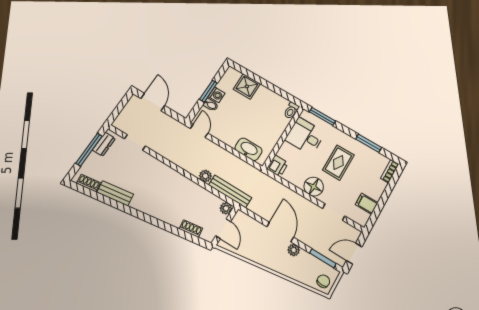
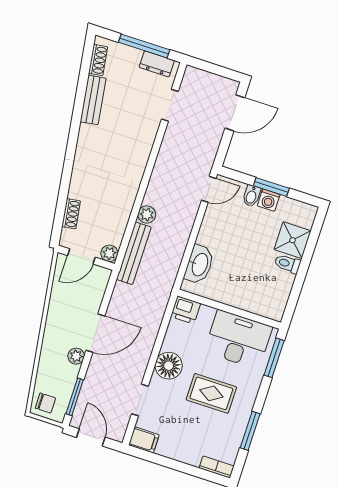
toilet: (291, 111) -> (288, 264), moved
desk: (305, 136) -> (238, 339), width x1.37
filing cabinet: (367, 204) -> (144, 440), moved, turned 90

